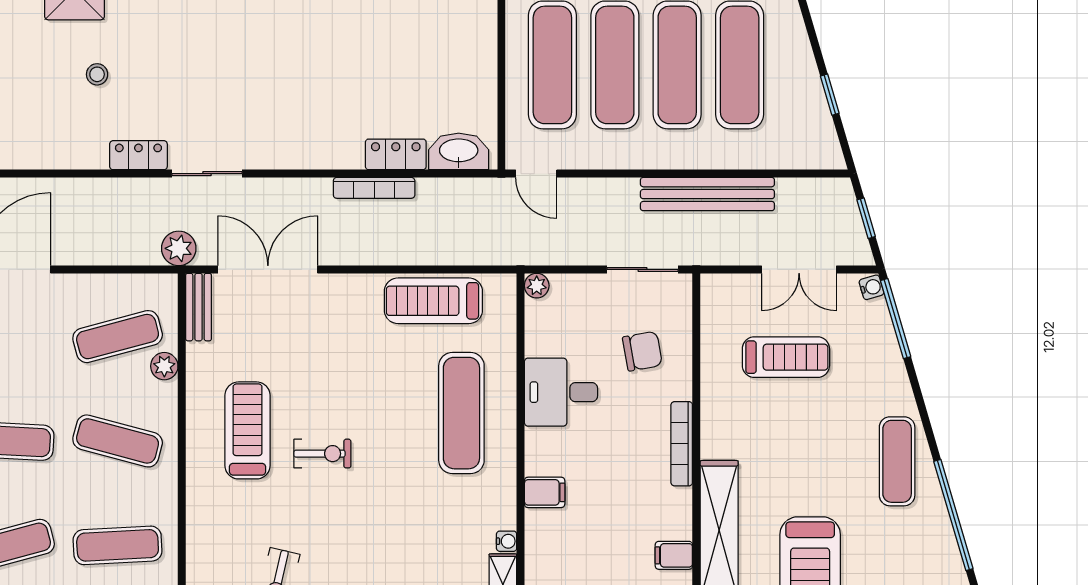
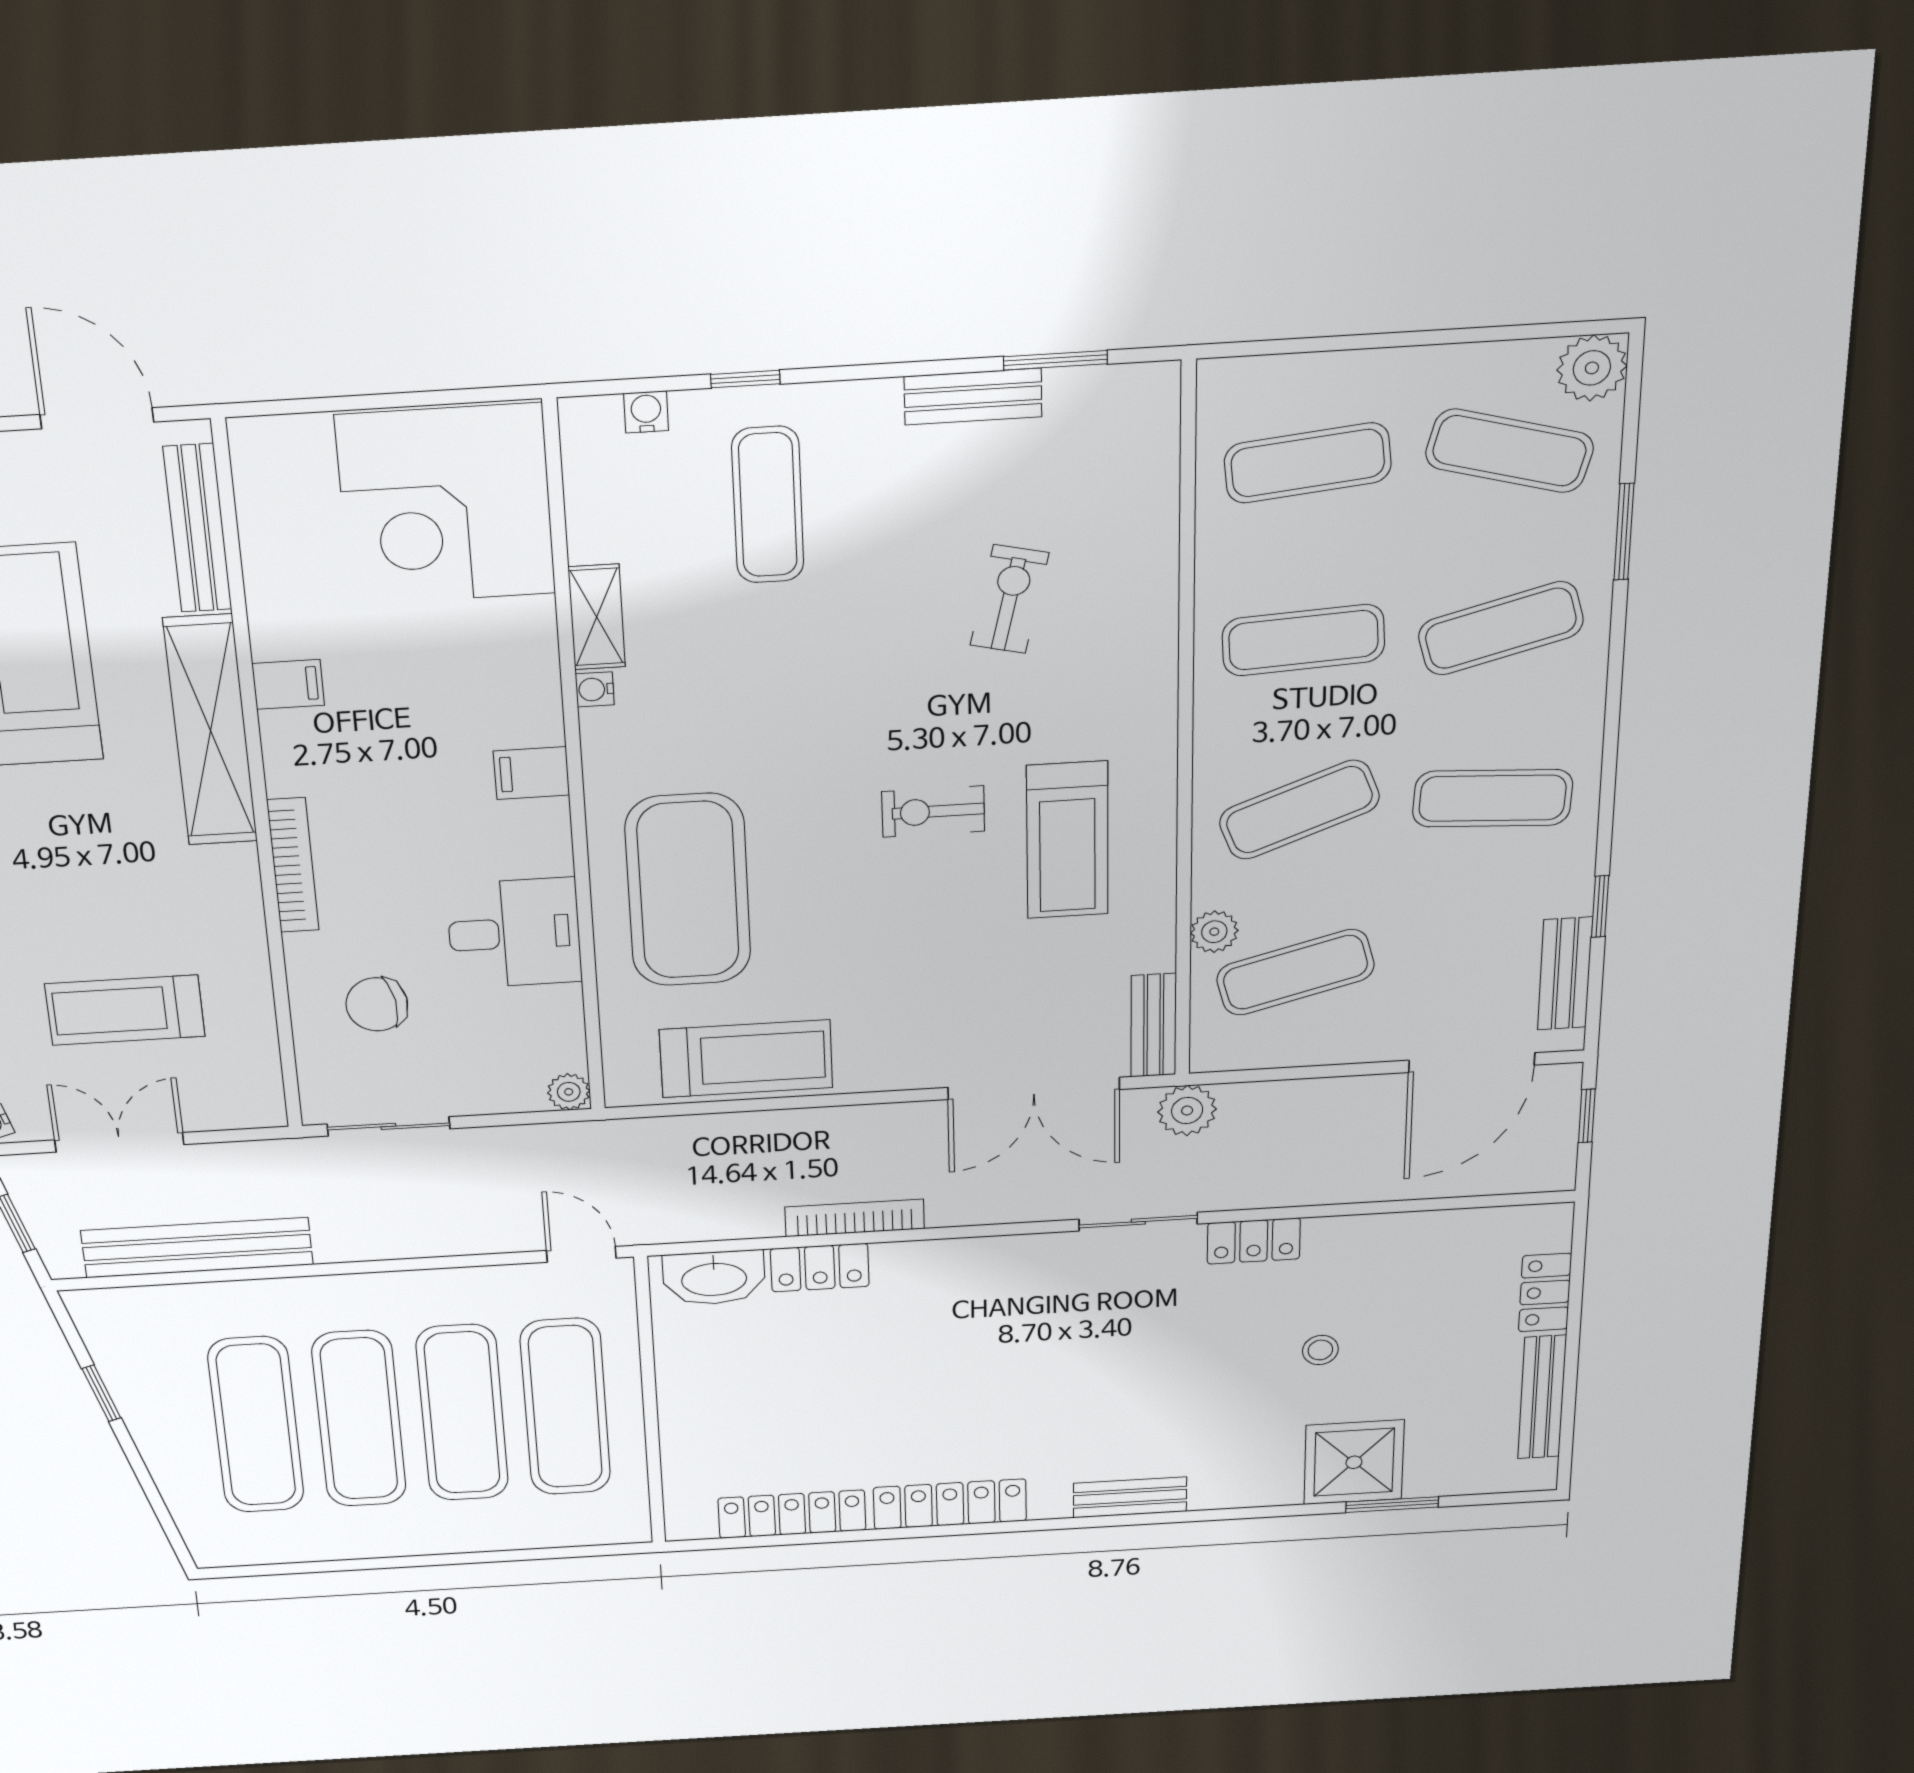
bench: (707, 194) -> (197, 1248), moved
exercise mat: (461, 413) -> (688, 890), width x1.47
exercise mat: (118, 441) -> (1299, 810), turned -36

